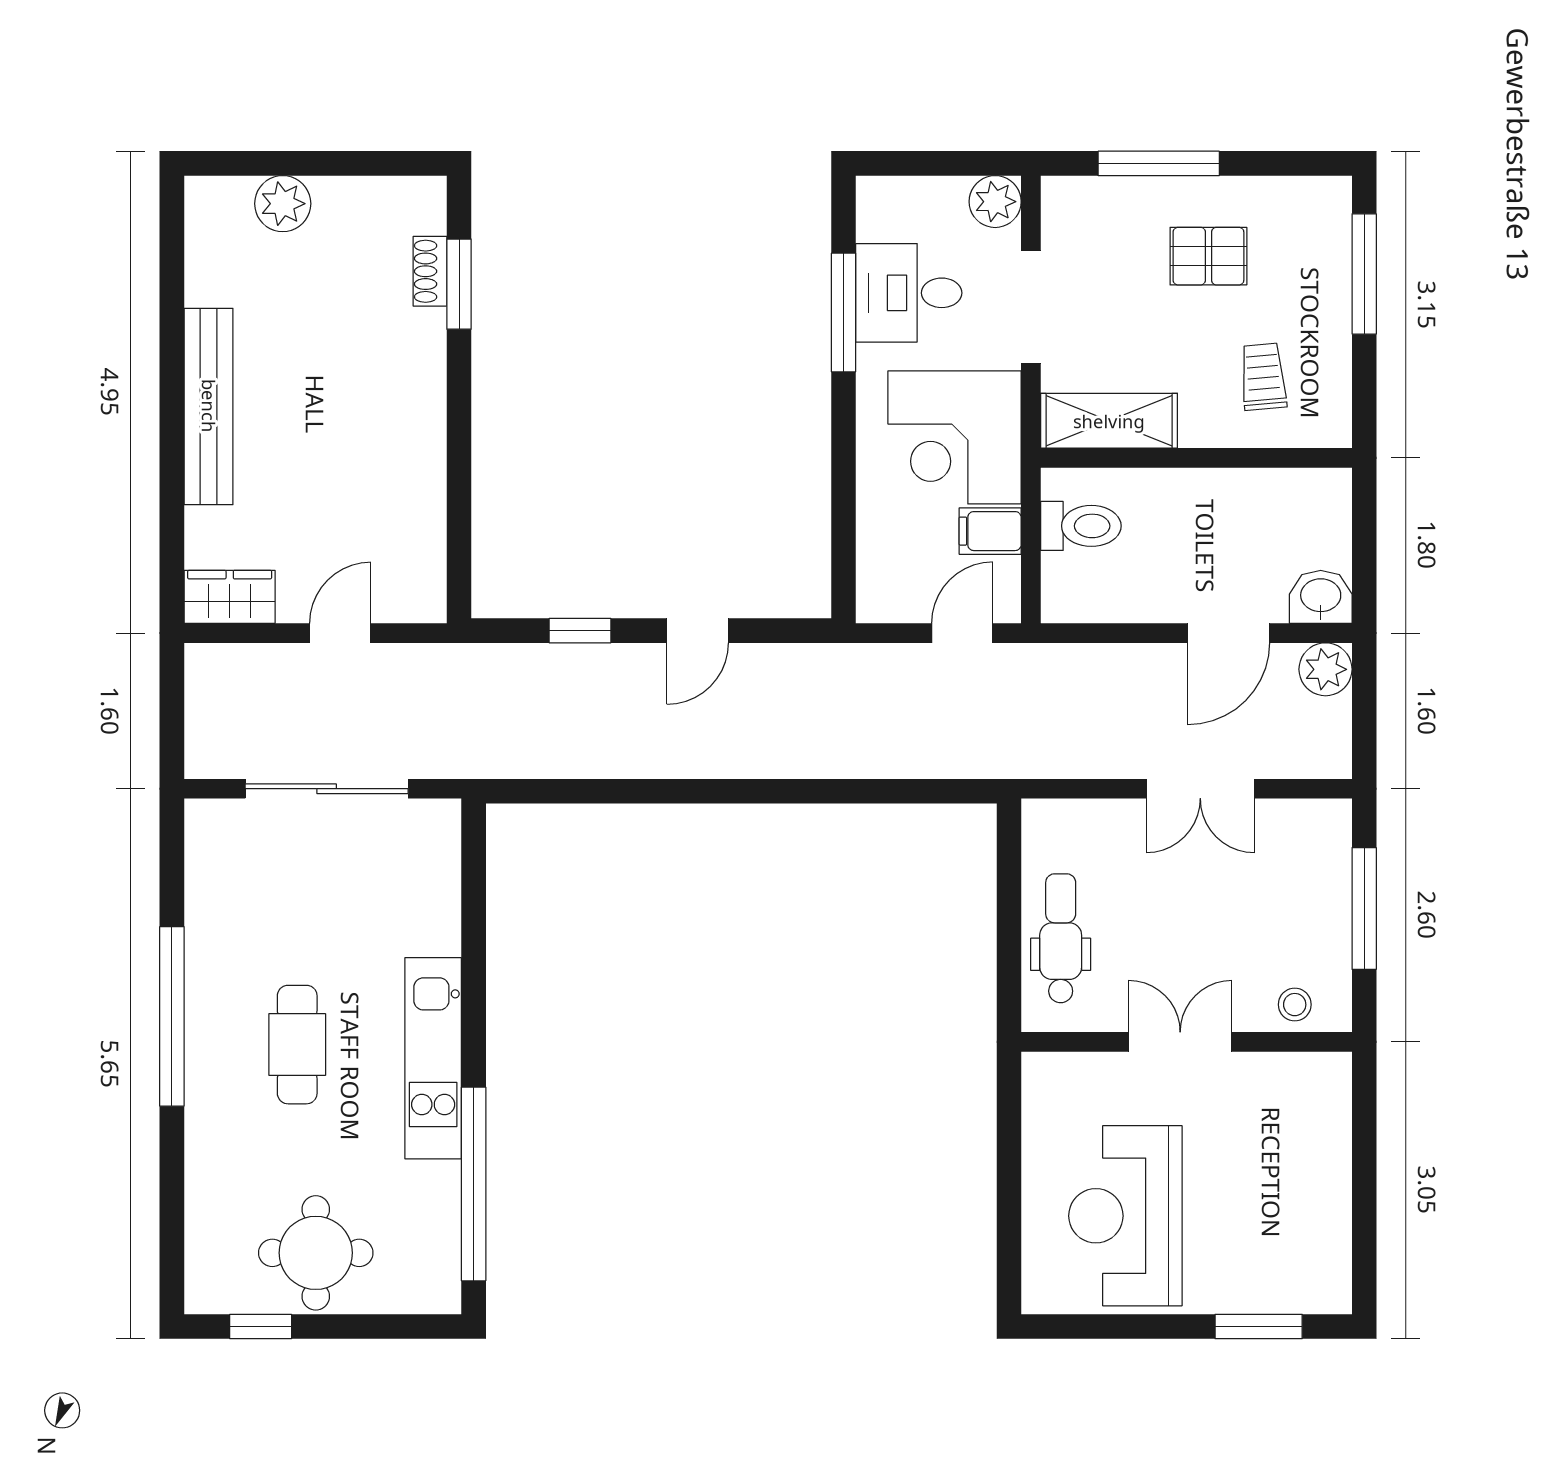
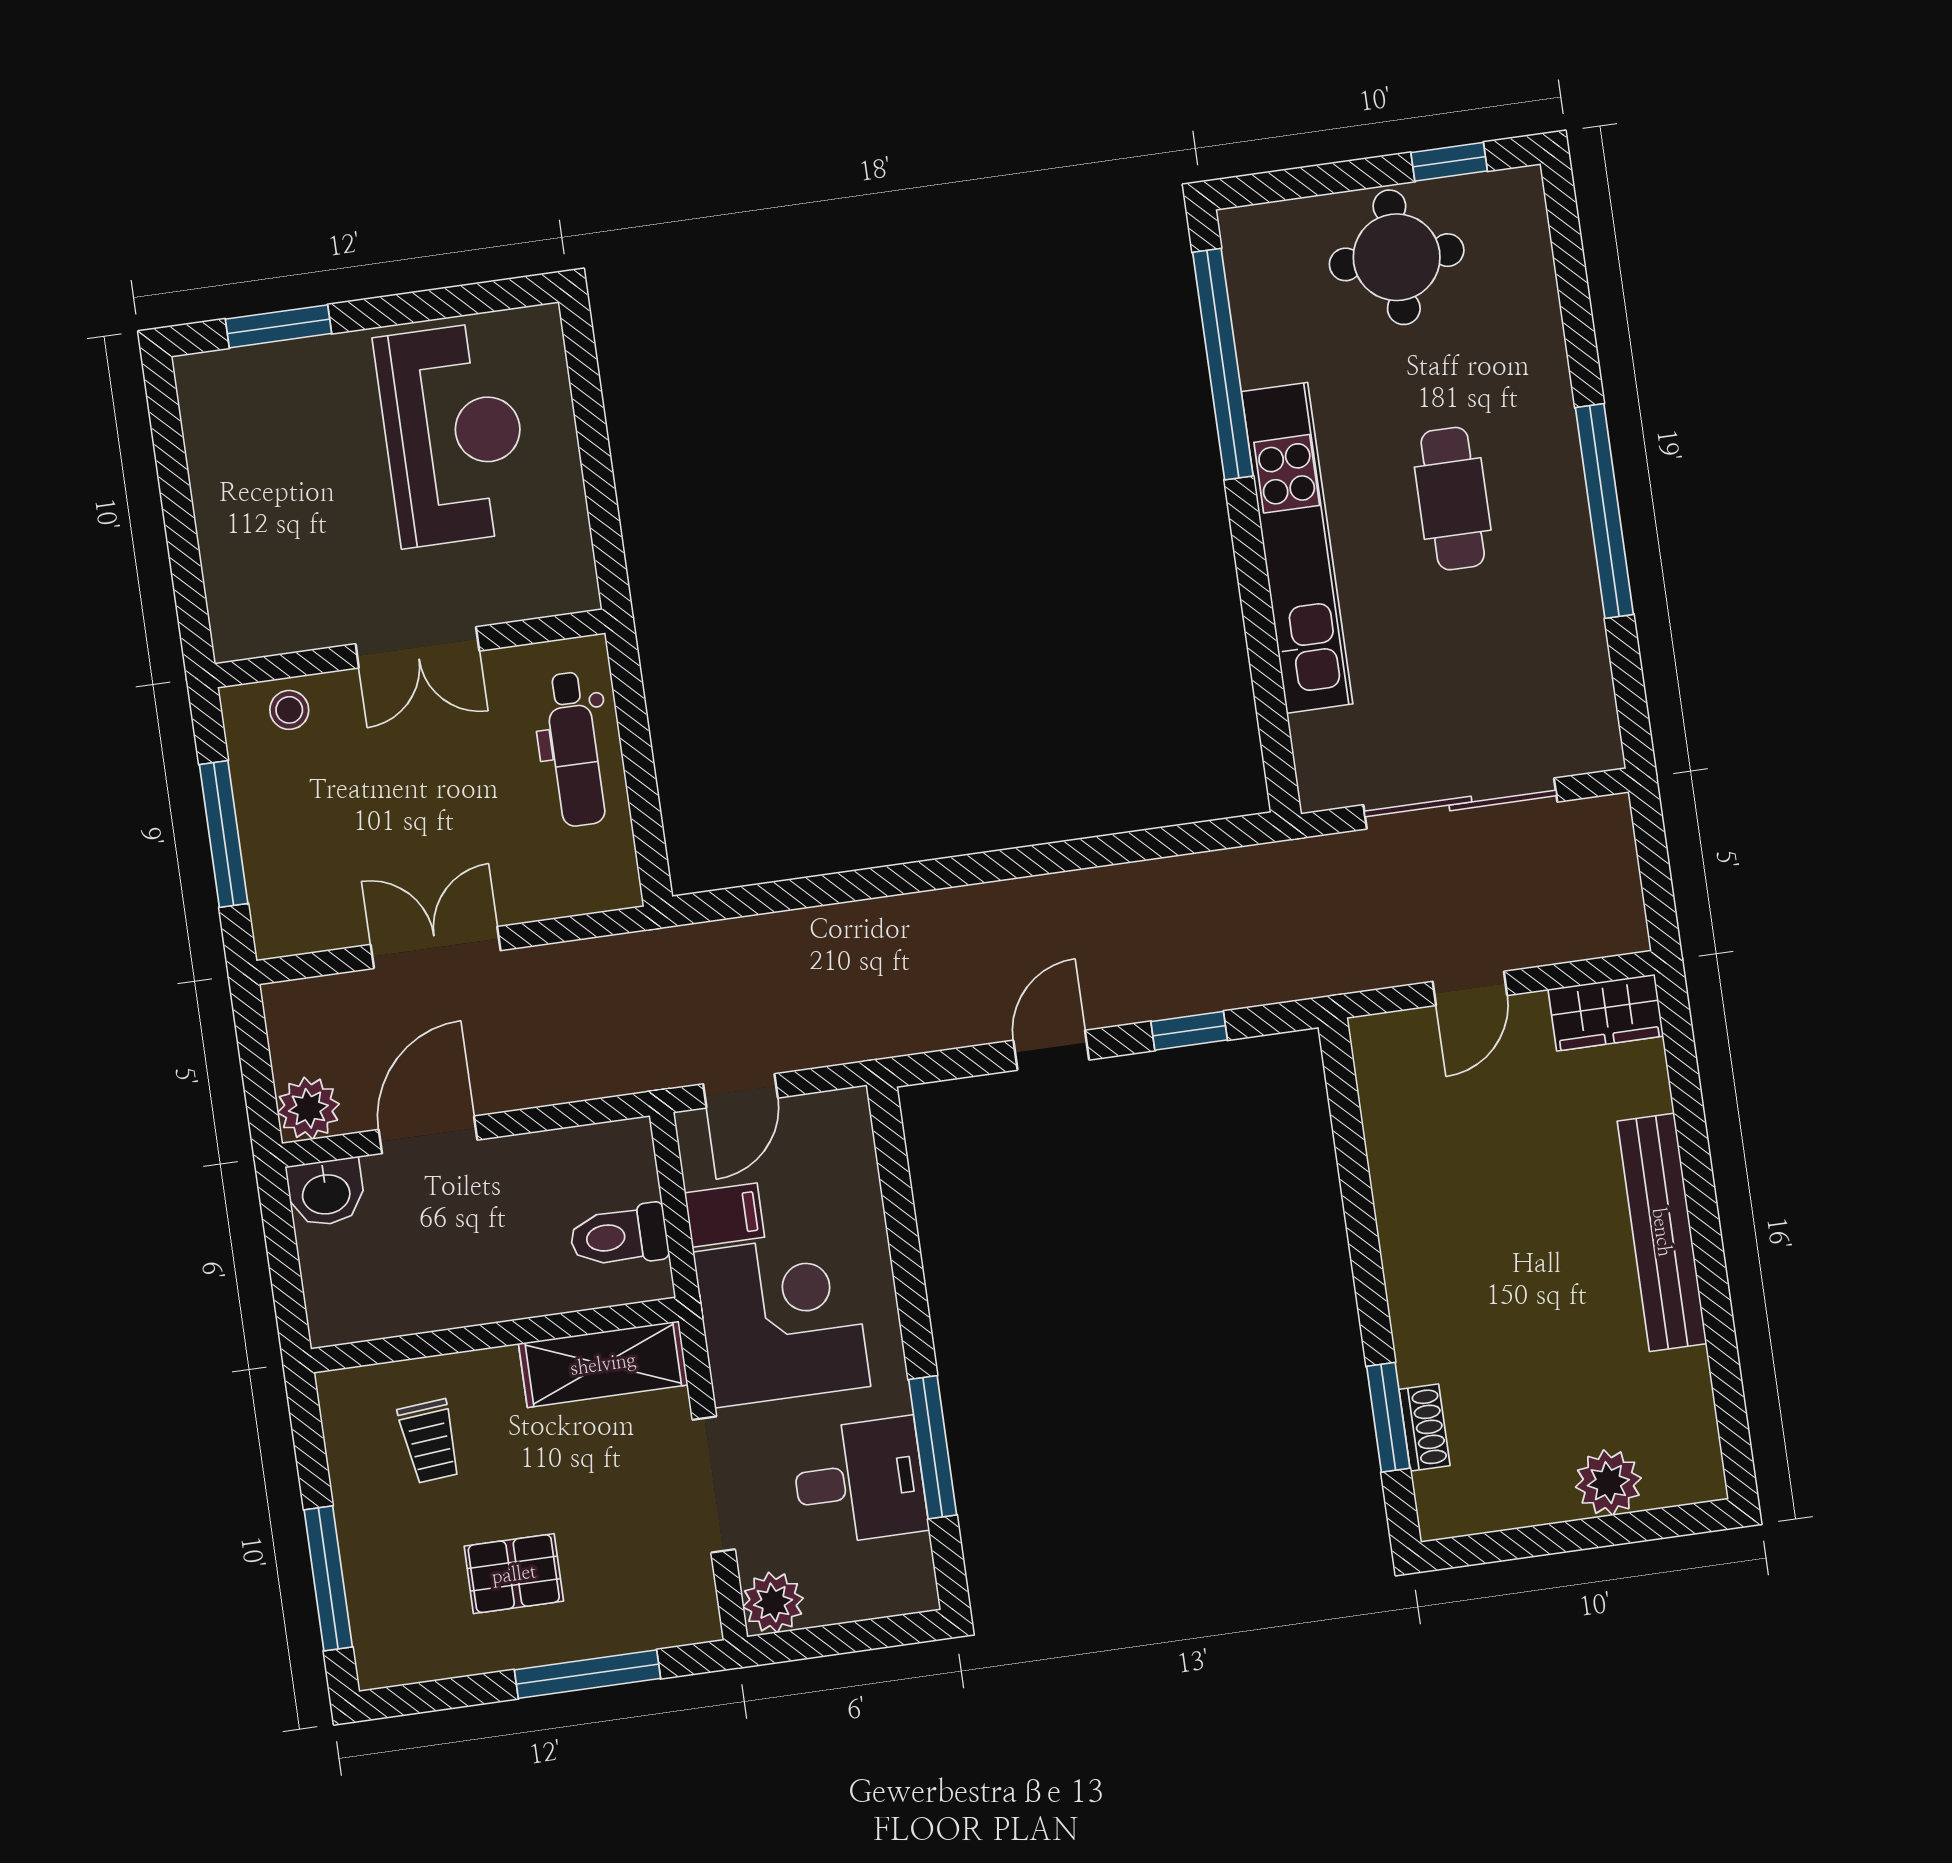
kitchen unit: (433, 1058) -> (1297, 548), width x1.36

